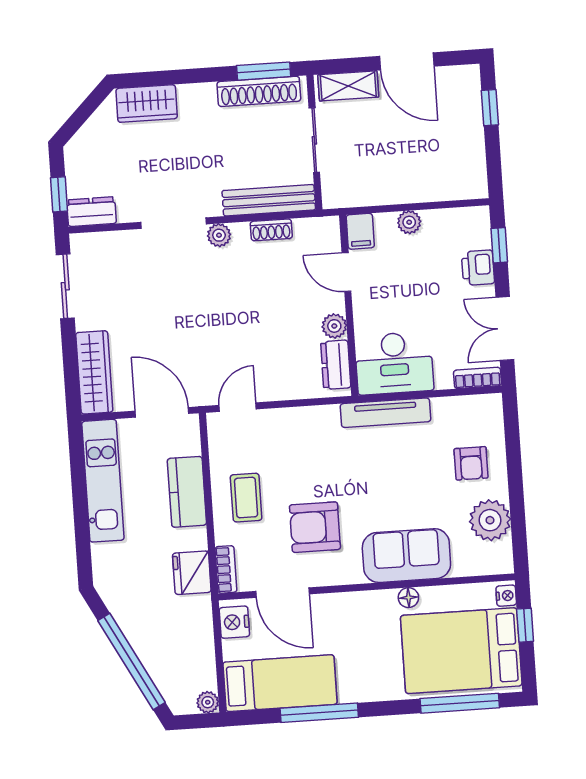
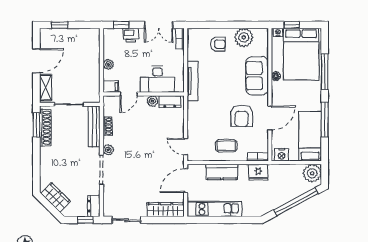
wardrobe: (147, 104) -> (55, 197), moved, turned -45
desk: (394, 363) -> (157, 79), moved, turned 90
door: (283, 593) -> (270, 118), moved
plant: (208, 702) -> (312, 173), width x1.88, depth x1.88
window: (460, 703) -> (325, 72), moved

